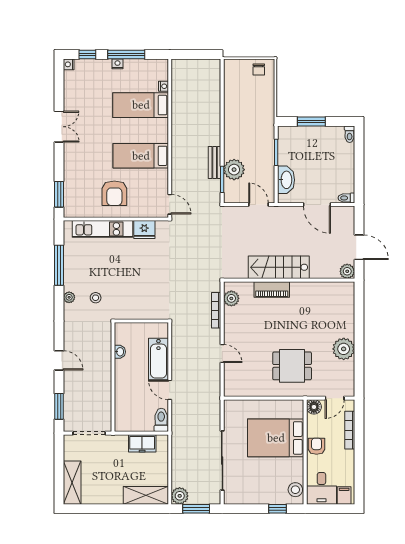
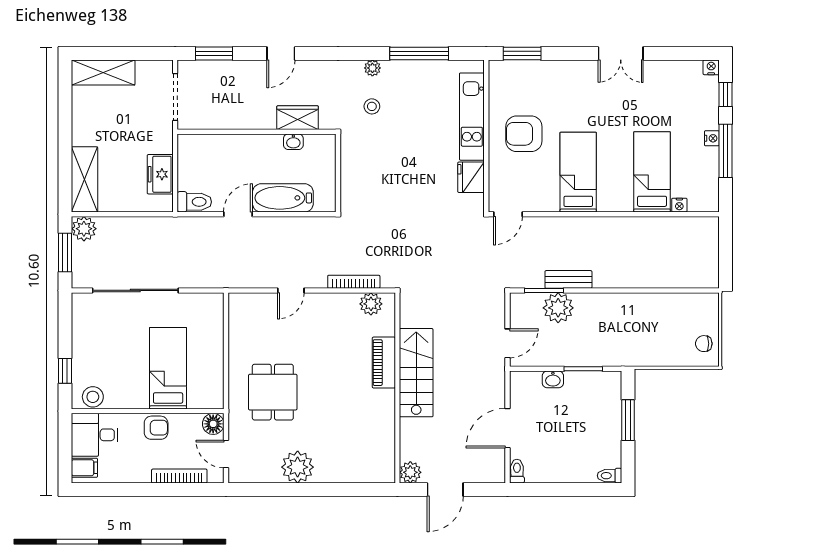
washbasin: (286, 180) -> (553, 379), width x0.52, depth x0.69
wardrobe: (103, 349) -> (298, 118), added
bed: (276, 438) -> (168, 368), width x0.67

